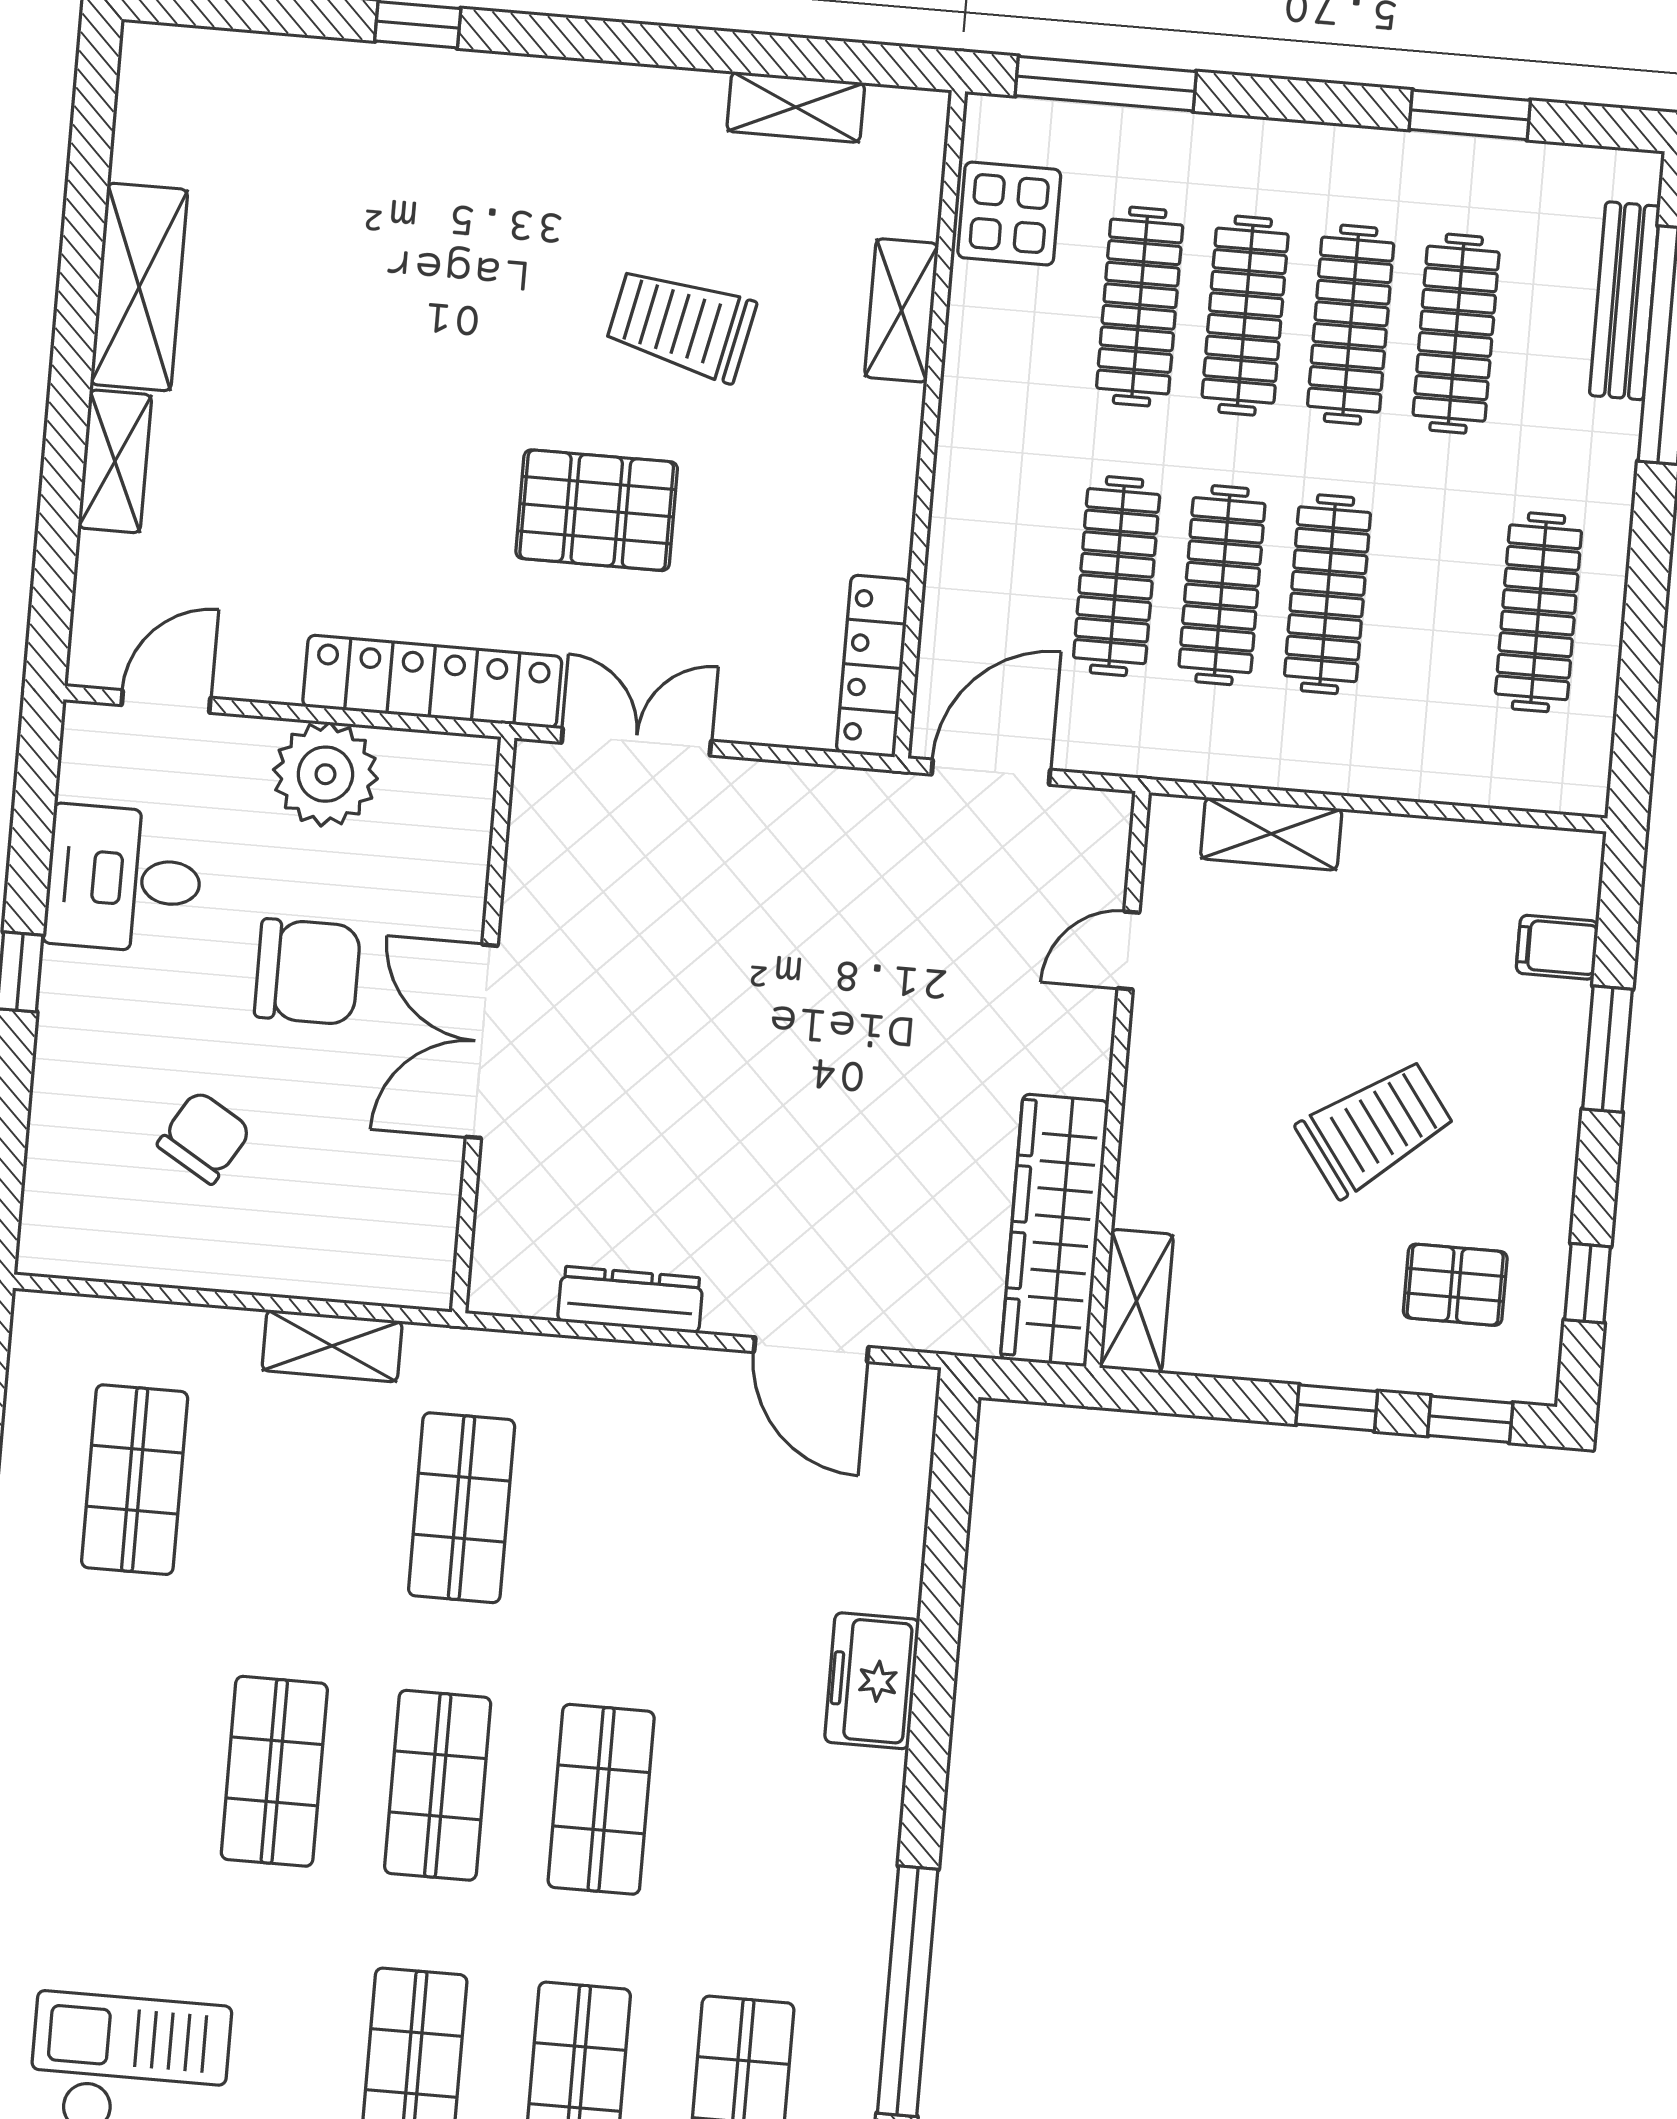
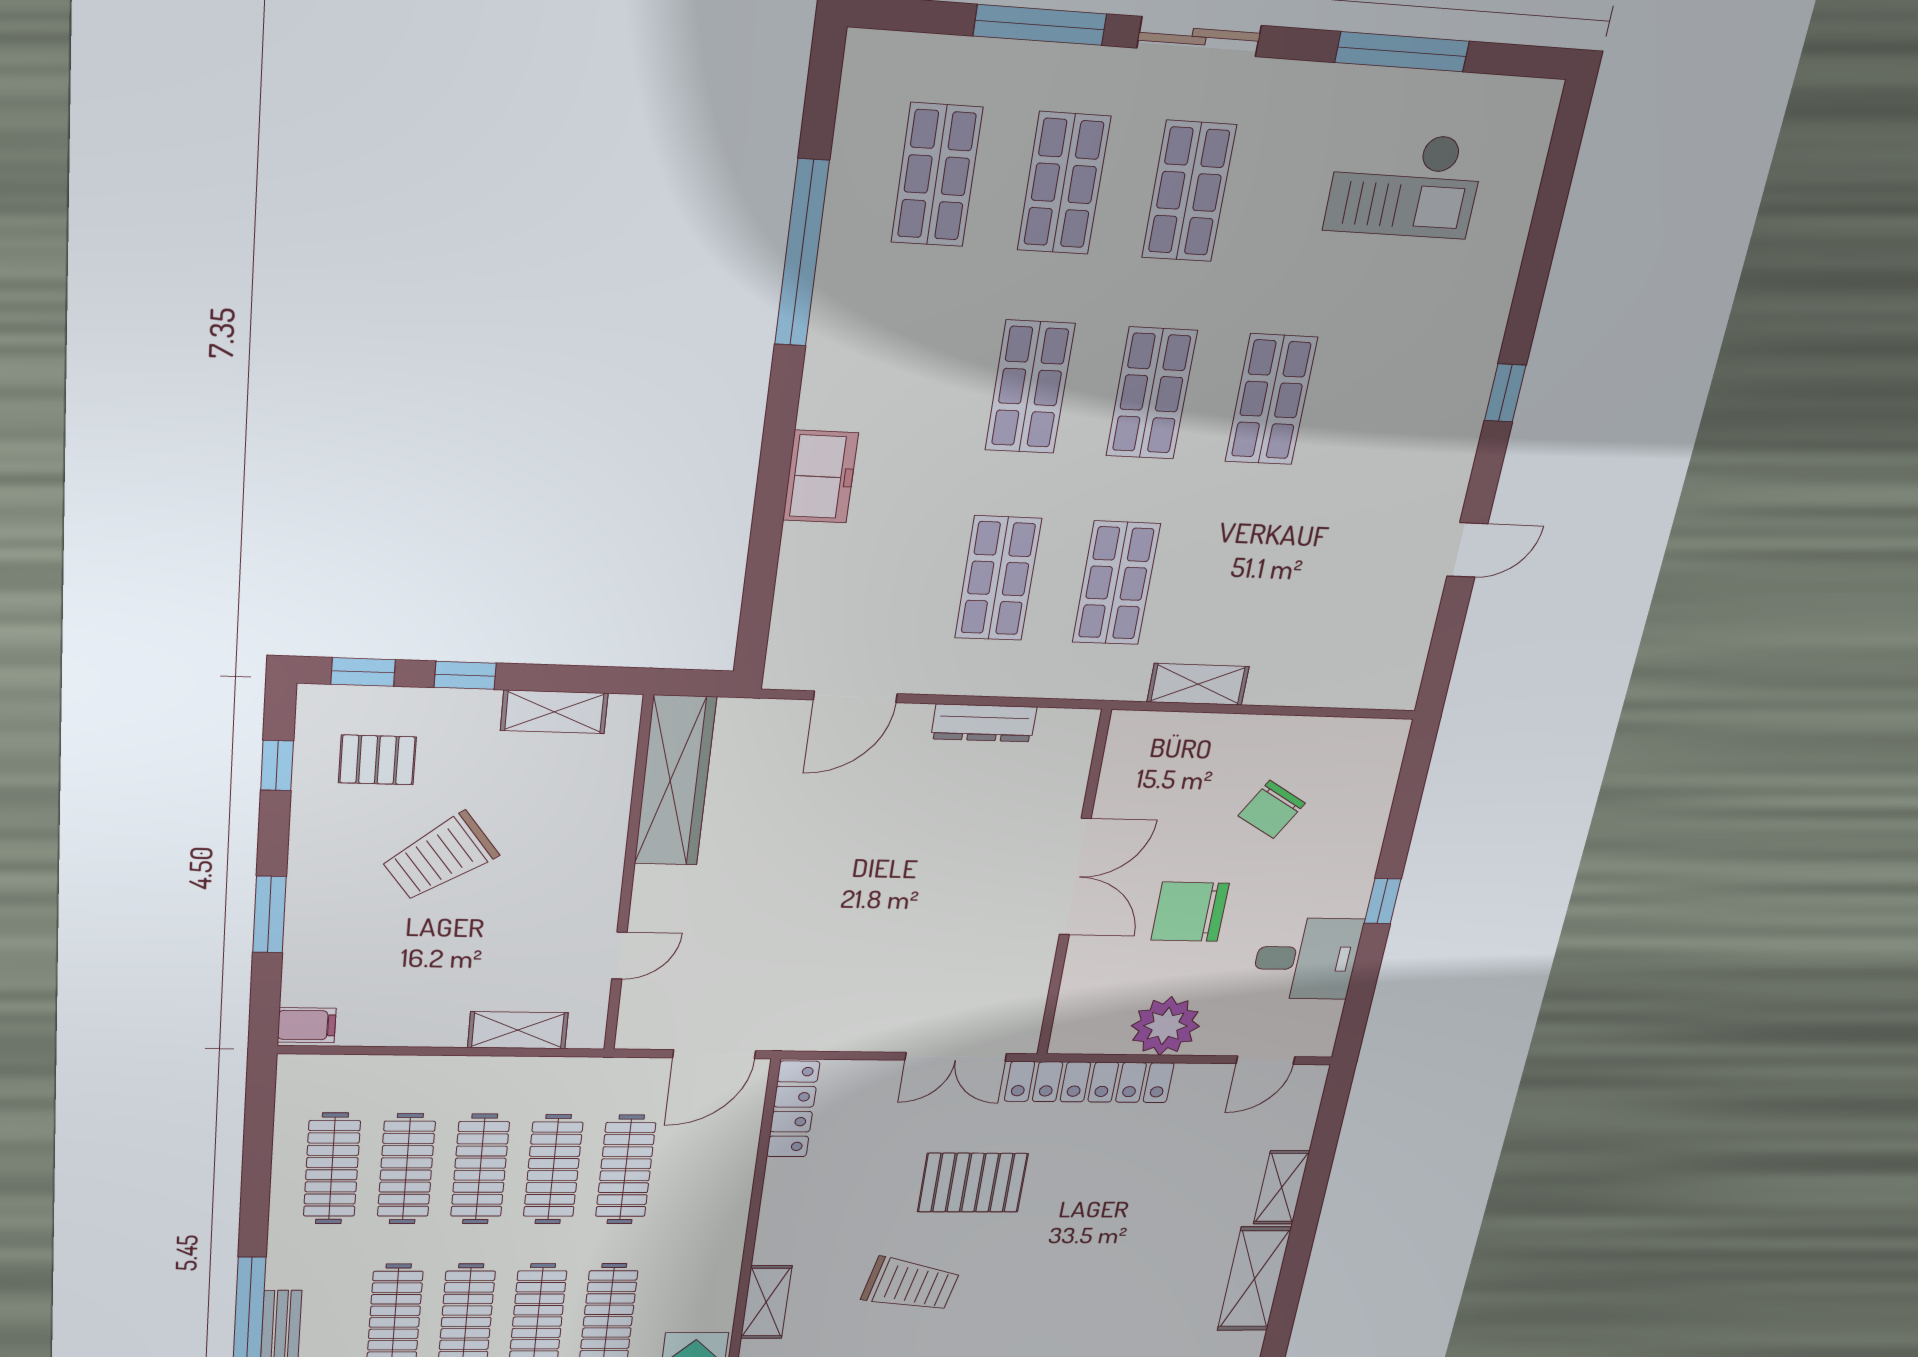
clothes rail: (1433, 603) -> (406, 1169), added
filing cabinet: (1557, 947) -> (307, 1025), moved
shelving: (1137, 1301) -> (554, 712), moved, turned 90
door: (811, 1350) -> (855, 697), swing flipped
shop shelf: (135, 1480) -> (998, 578), moved

